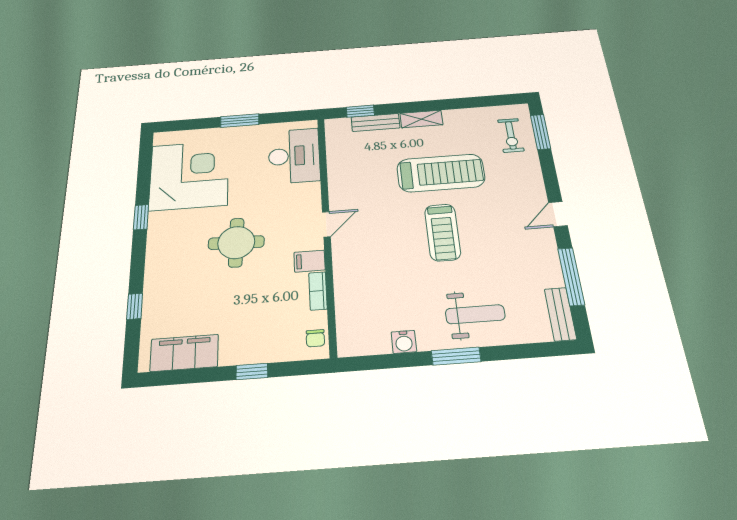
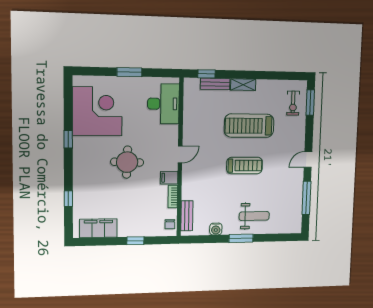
treadmill: (441, 173) -> (249, 126), turned 180
treadmill: (443, 232) -> (245, 166), turned -90
bench: (560, 314) -> (187, 216), moved

